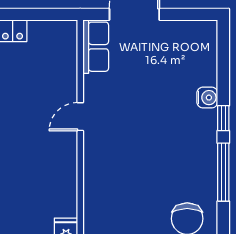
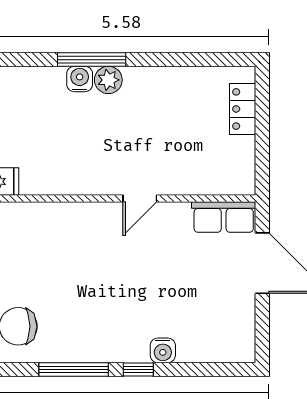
door: (80, 117) -> (140, 199), swing flipped

